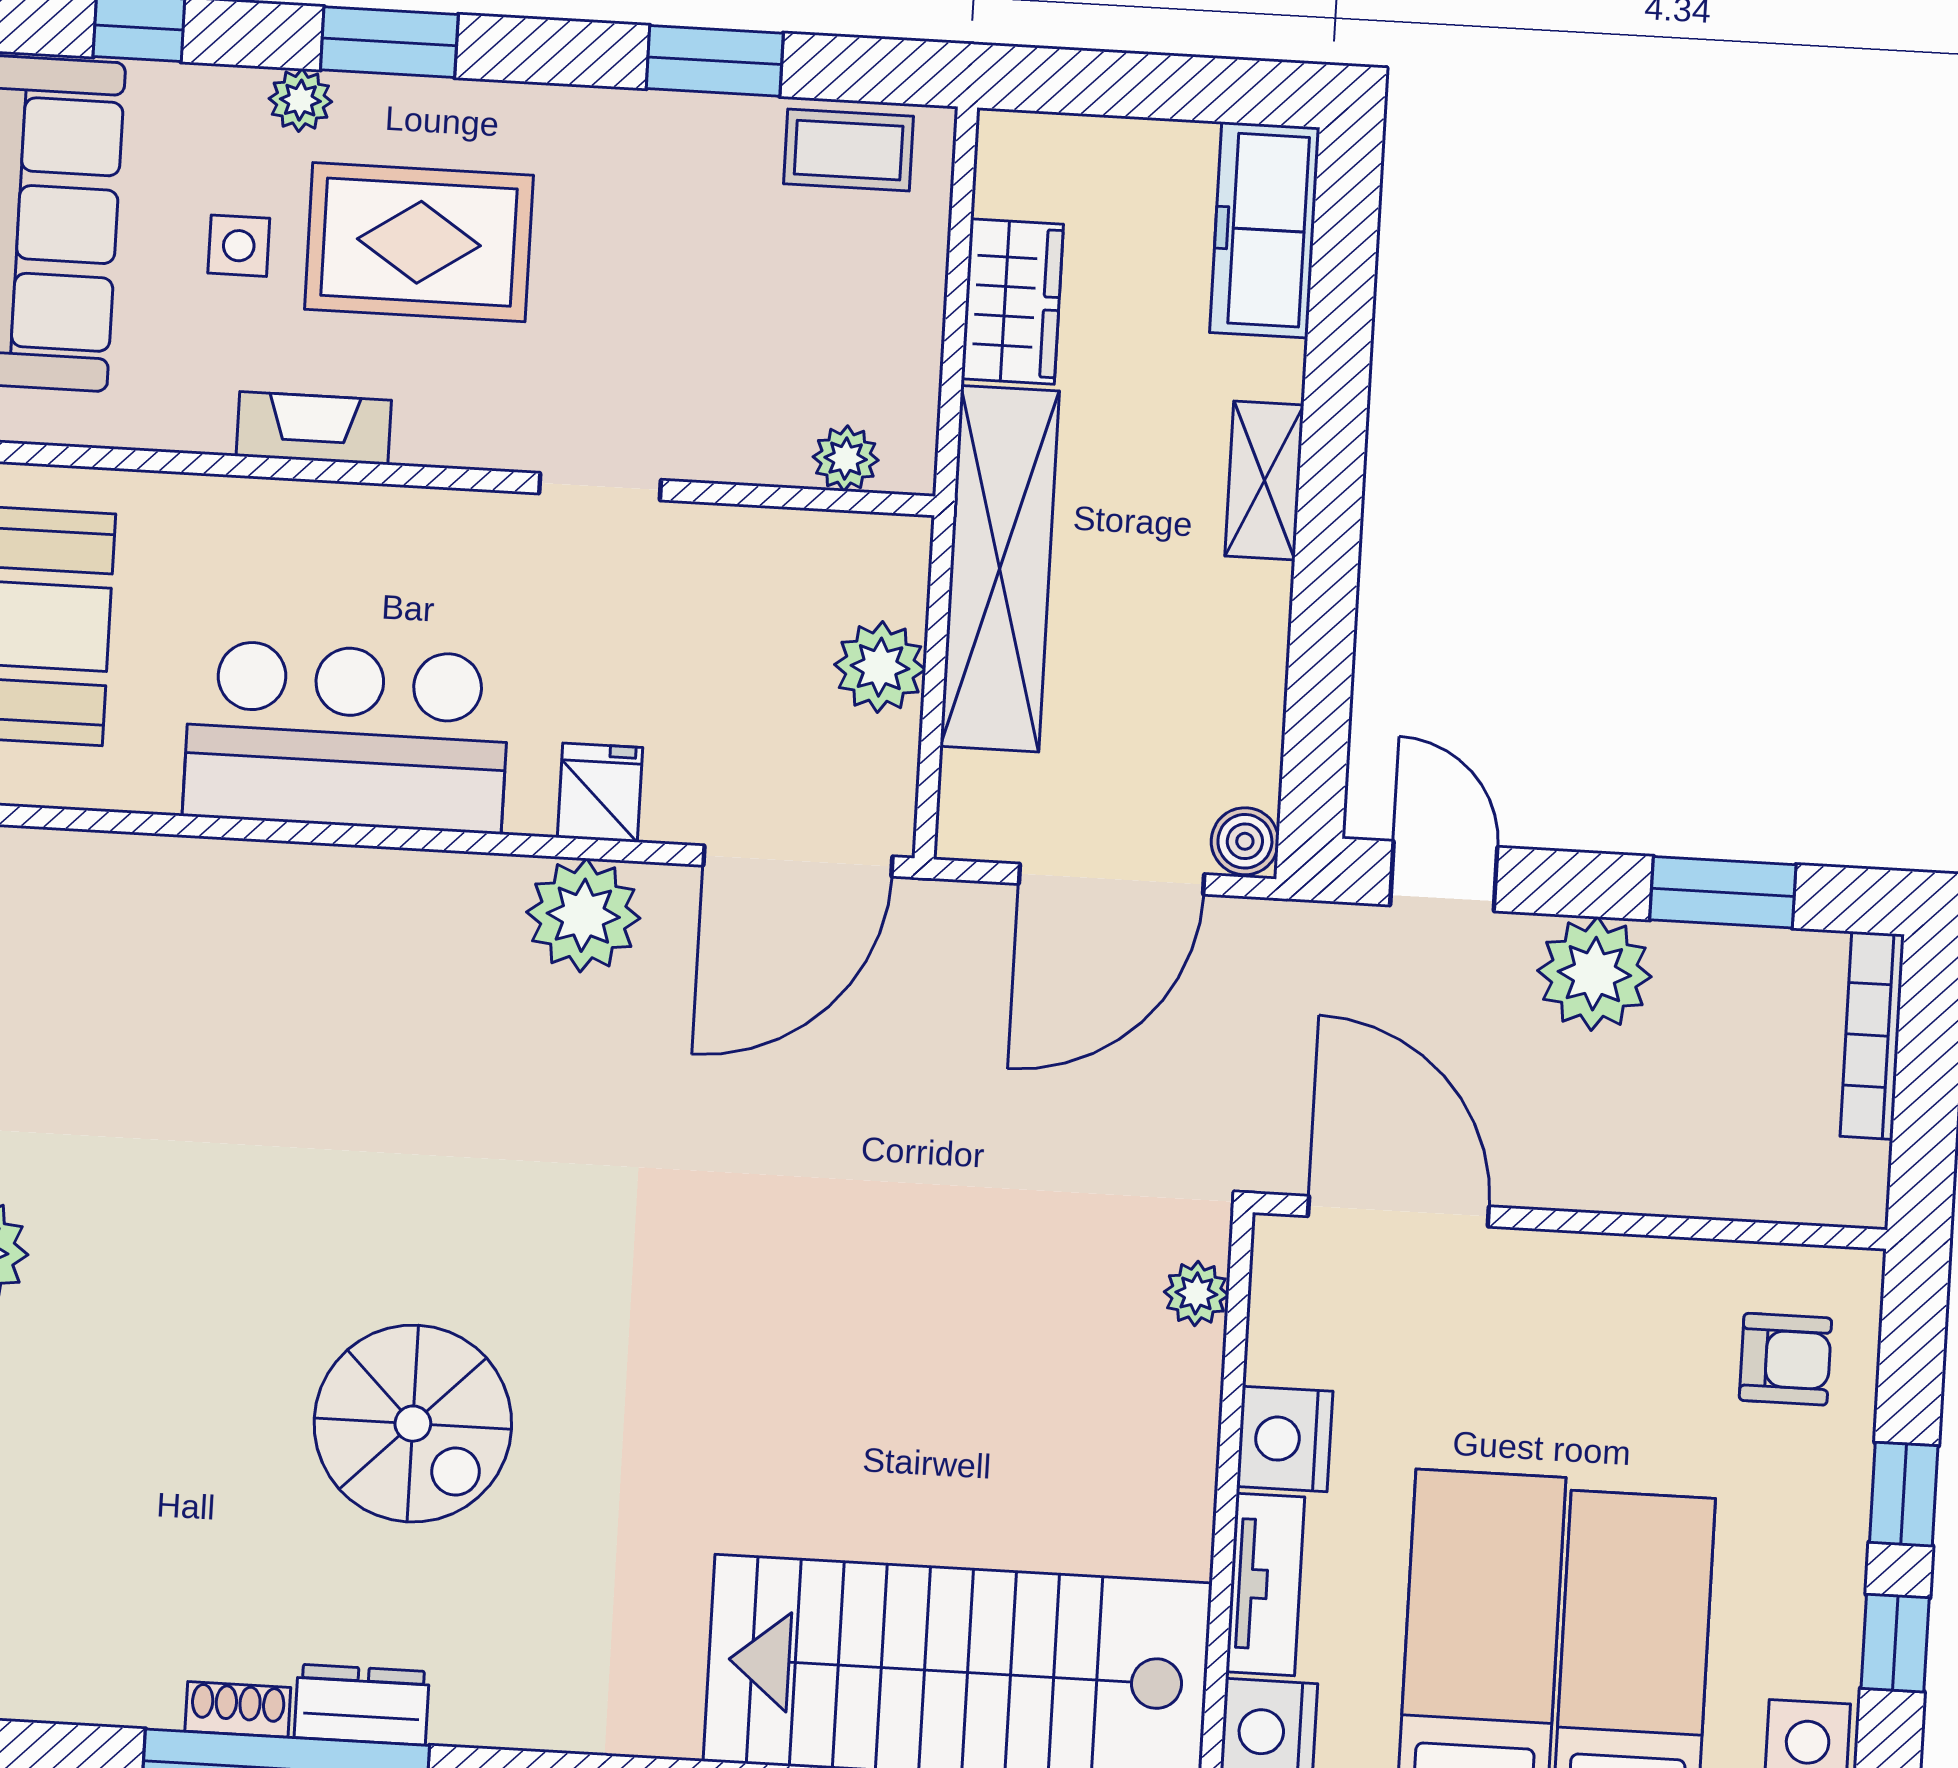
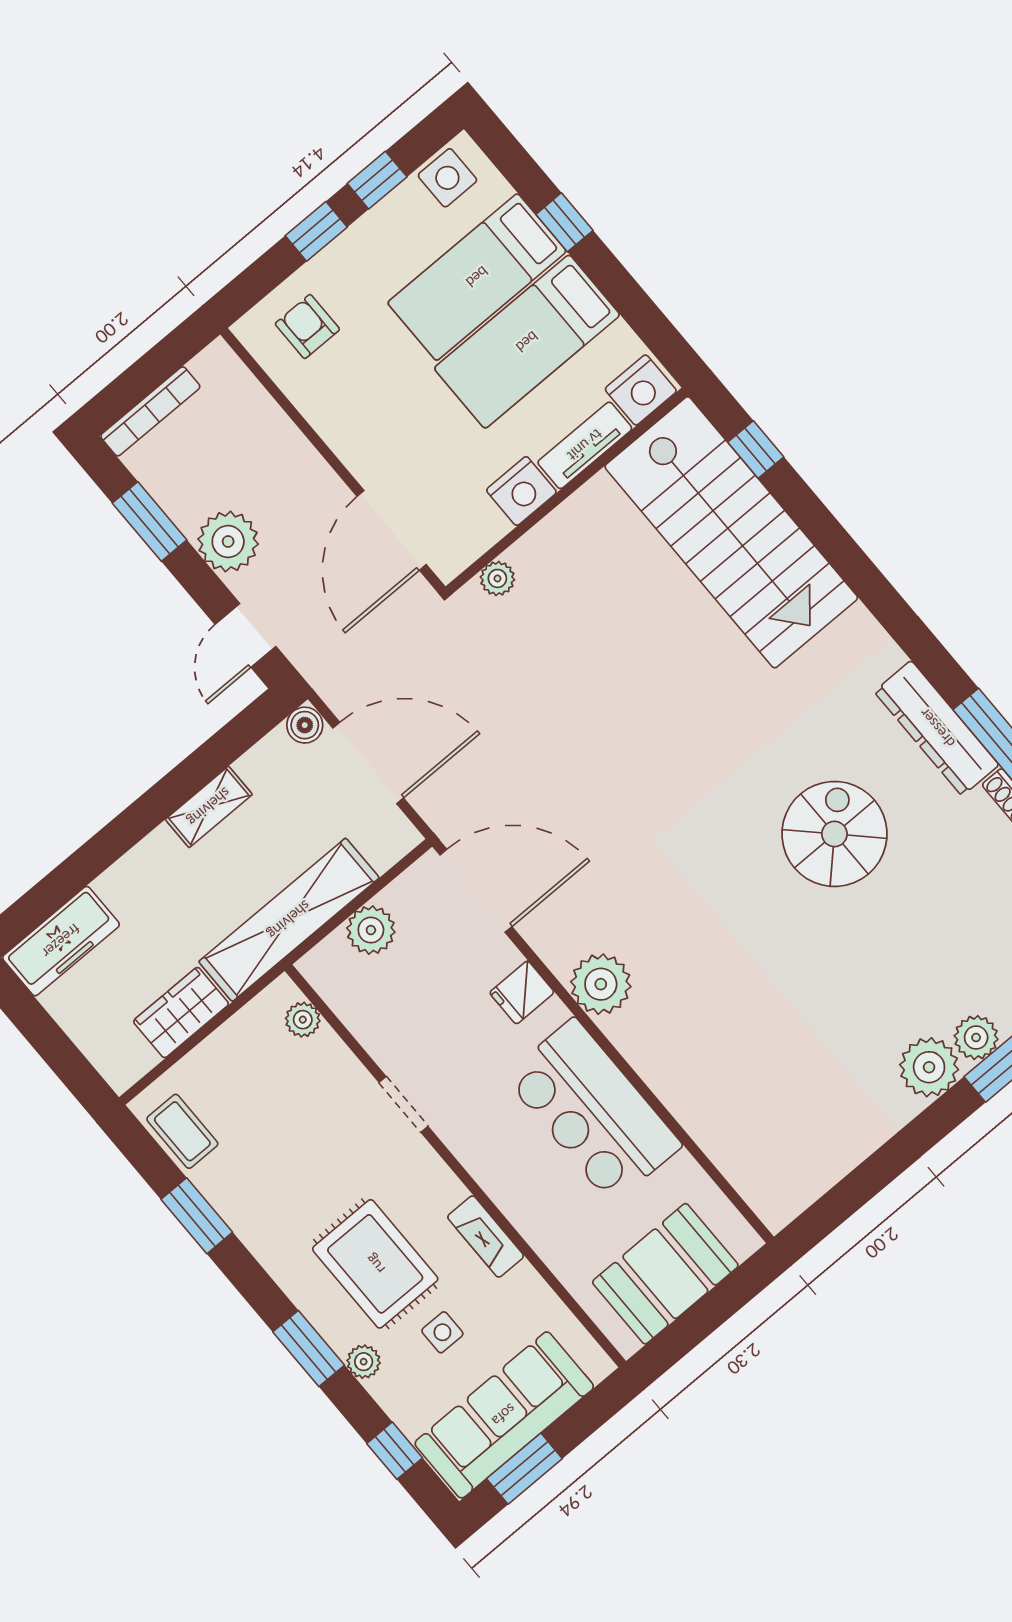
shelving: (1264, 481) -> (209, 807), moved
plant: (583, 915) -> (601, 984), moved
dresser: (362, 1705) -> (937, 728), width x1.96, depth x1.24

